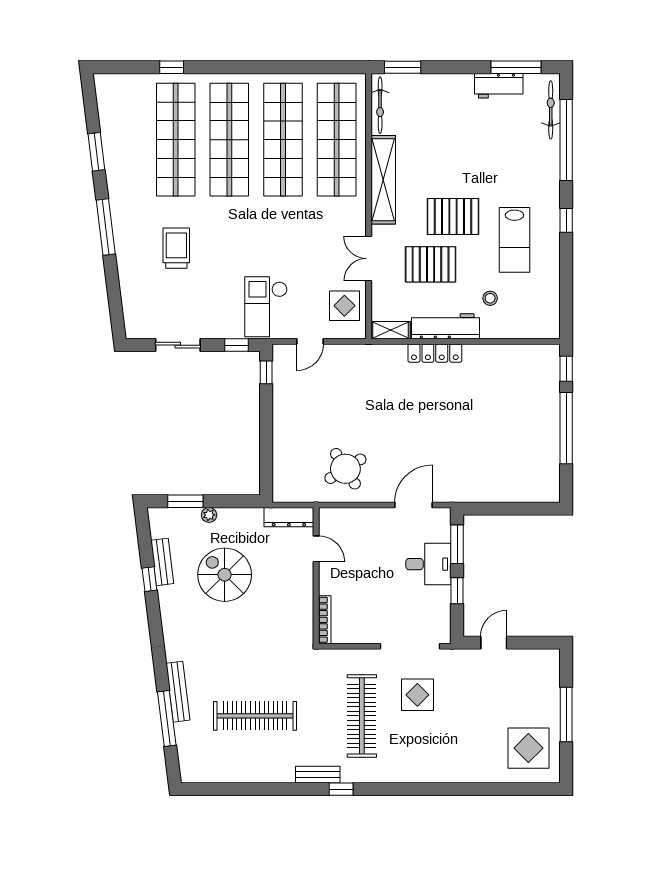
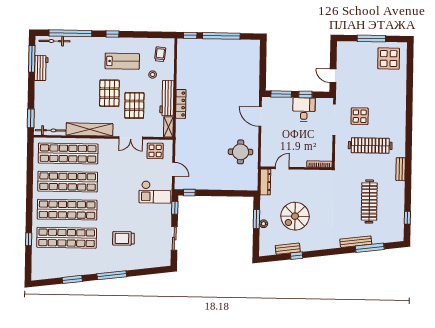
trolley: (529, 312) -> (160, 54), added
round table: (345, 469) -> (241, 152), turned 32
window: (185, 501) -> (256, 219), moved
desk: (428, 564) -> (304, 109), moved
window: (341, 789) -> (407, 218), moved

